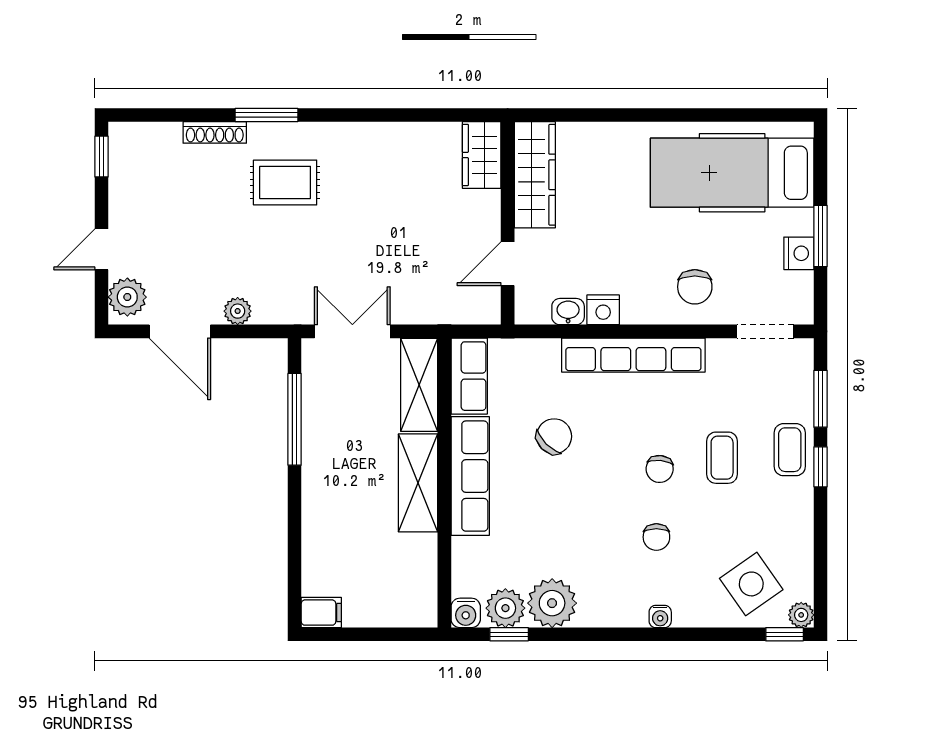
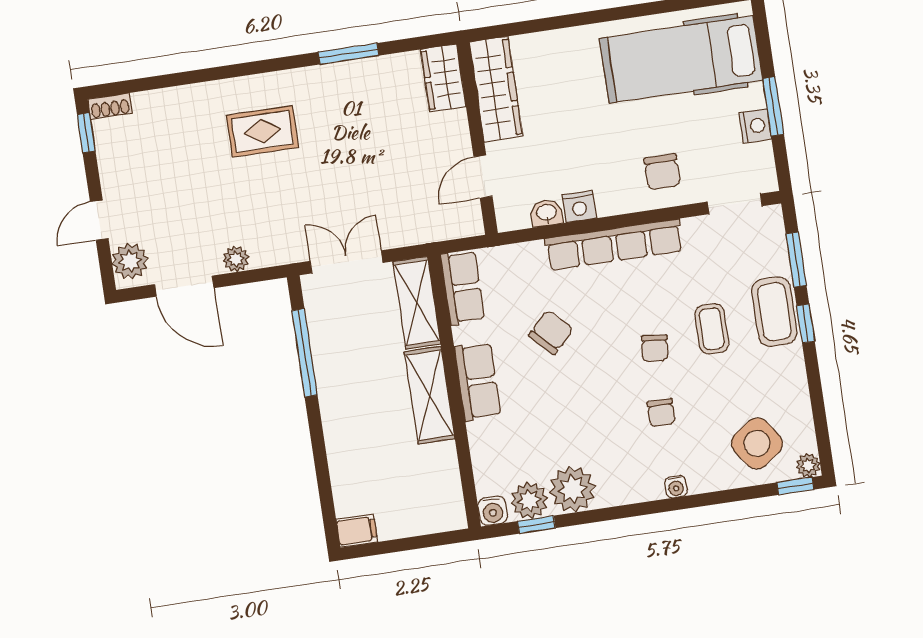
window: (266, 115) -> (348, 54), moved
shoe rack: (215, 132) -> (110, 106), moved, width x0.70
coffee table: (790, 450) -> (774, 312), width x1.36, depth x1.30
row of seats: (470, 476) -> (478, 381), width x0.68

